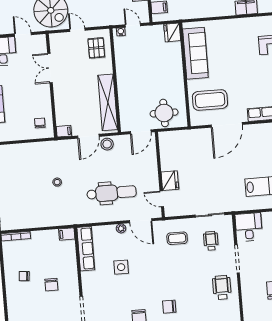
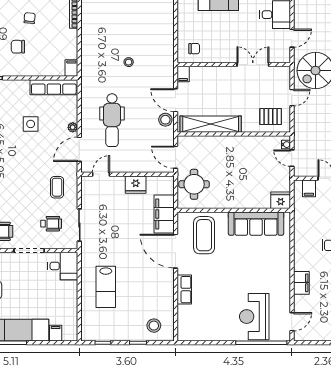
door: (133, 25) -> (292, 158), swing flipped
filing cabinet: (194, 138) -> (164, 214), added
fridge: (170, 181) -> (136, 185), moved

